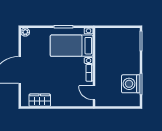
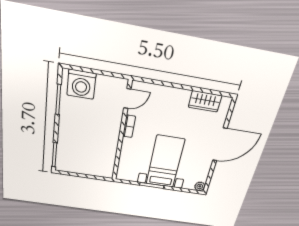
bed with nightstands: (72, 46) -> (165, 162), moved, turned -90
washing machine: (131, 84) -> (81, 84), moved, turned 90
door: (94, 93) -> (127, 98), hinge flipped

